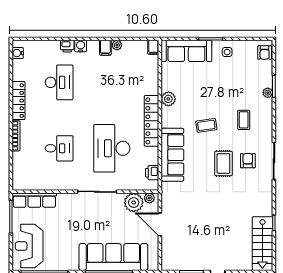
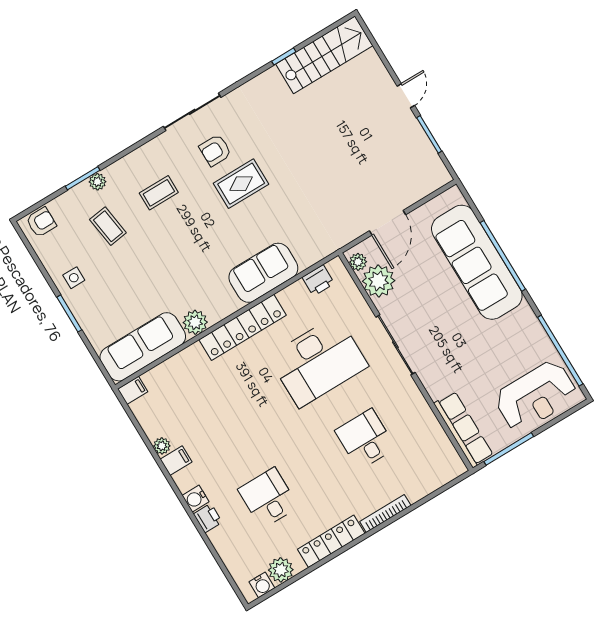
sofa: (186, 51) -> (143, 347), moved, turned -90
plant: (19, 67) -> (281, 570), added
desk: (59, 82) -> (268, 498), width x0.73
coffee table: (206, 125) -> (108, 226), moved
sofa: (172, 155) -> (263, 273), width x0.73

